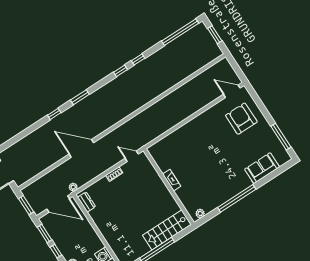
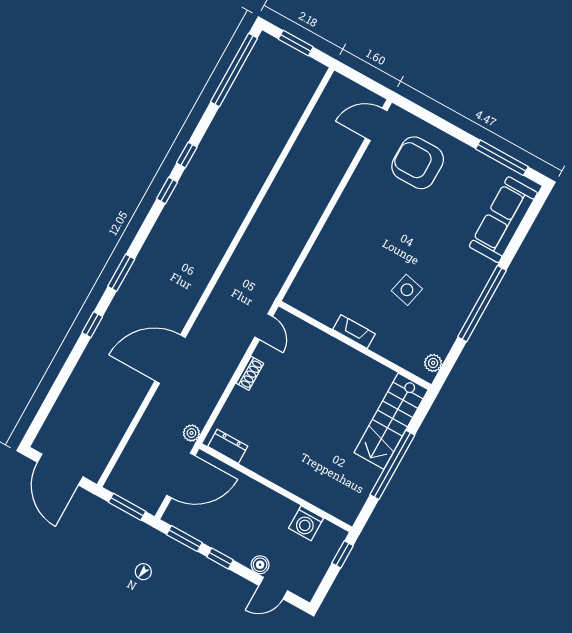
door: (132, 156) -> (264, 327), swing flipped
sofa: (262, 168) -> (503, 220), width x1.36
side table: (206, 174) -> (407, 290), added

